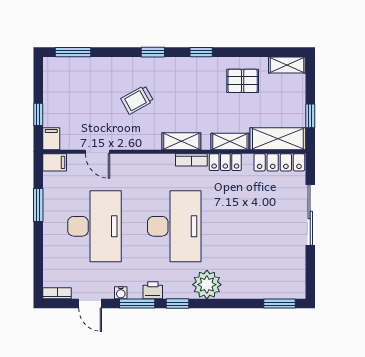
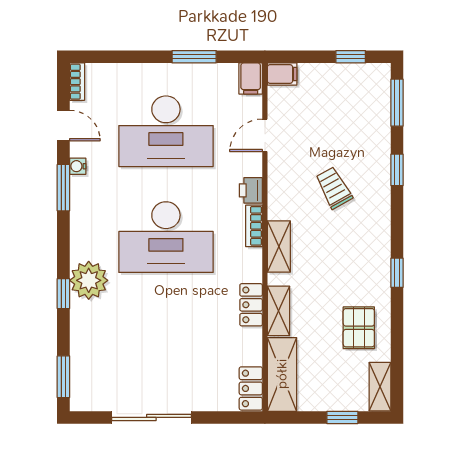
window: (153, 52) -> (397, 170), moved
window: (38, 114) -> (351, 57), moved
window: (310, 116) -> (342, 417), moved
bookcase: (191, 160) -> (254, 226), moved
locker: (279, 162) -> (251, 388), width x0.66
sliding door: (310, 215) -> (151, 417), moved
printer: (153, 290) -> (251, 190), moved, turned 180
door: (90, 304) -> (63, 126), swing flipped
window: (177, 304) -> (63, 294), moved

